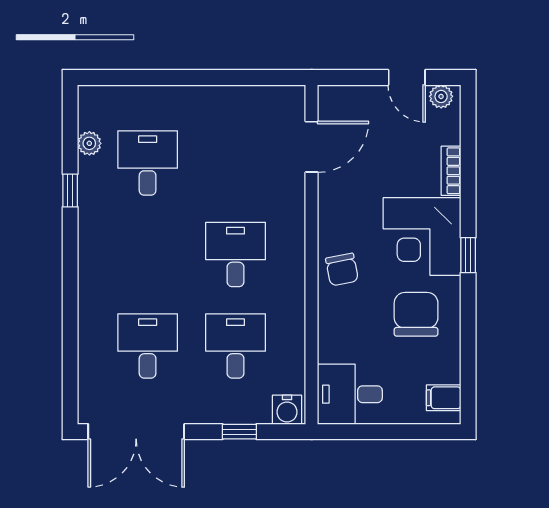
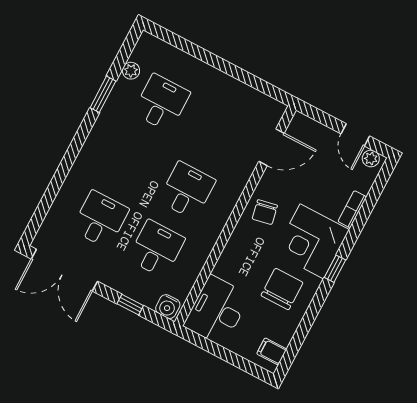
window: (70, 190) -> (103, 94), width x1.50
chair: (342, 270) -> (265, 212), moved
desk: (350, 394) -> (217, 311), width x1.37

